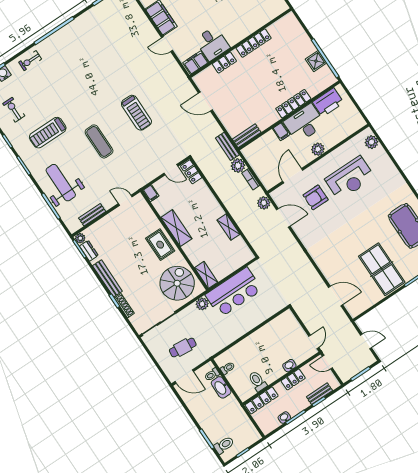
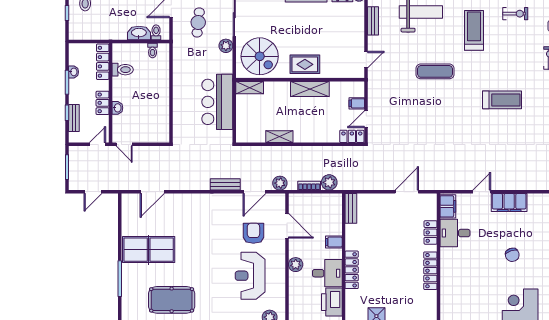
treadmill: (136, 113) -> (502, 100), moved, turned 180
desk: (304, 123) -> (327, 273), width x0.73
bench: (227, 146) -> (225, 184), moved
filing cabinet: (151, 193) -> (357, 103), moved
plant: (202, 304) -> (226, 46), moved

